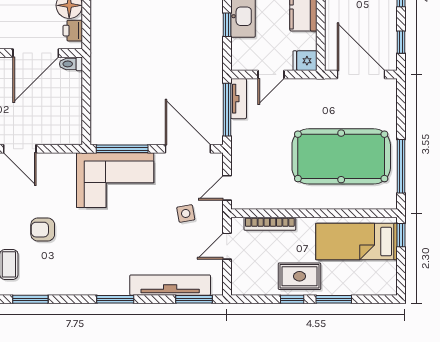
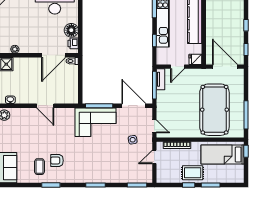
pool table: (341, 156) -> (214, 110), turned 90
door: (227, 188) -> (154, 126), swing flipped
armchair: (43, 230) -> (57, 160), moved
tv unit: (170, 285) -> (124, 177), removed

